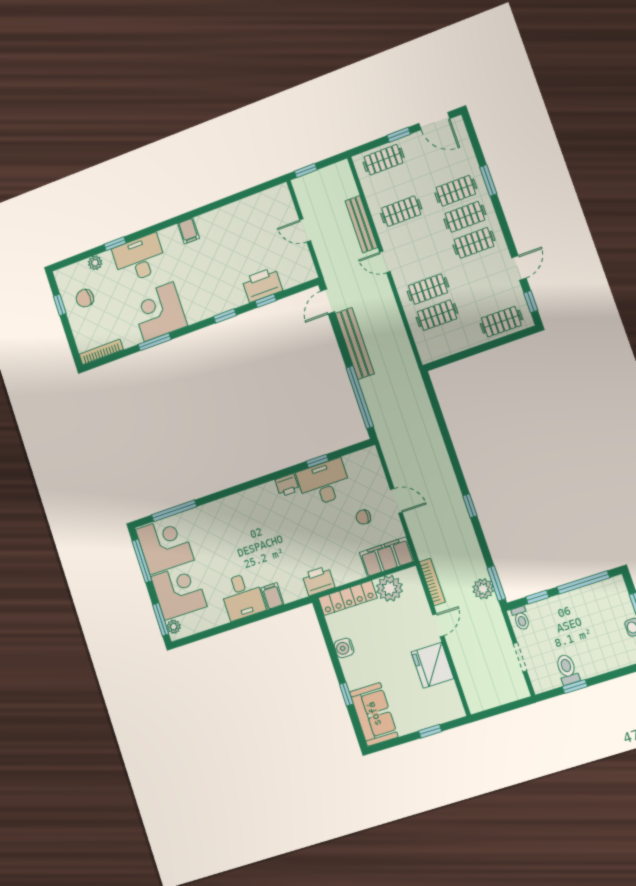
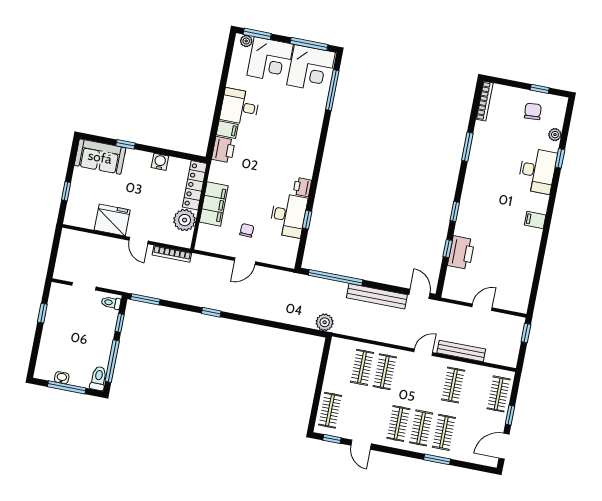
corner desk: (159, 312) -> (488, 163), removed
filing cabinet: (387, 557) -> (214, 204), moved
printer: (318, 581) -> (223, 150), moved
plant: (483, 589) -> (325, 322), moved
toilet: (567, 669) -> (98, 378), moved, turned -90

